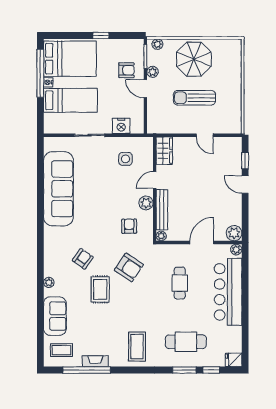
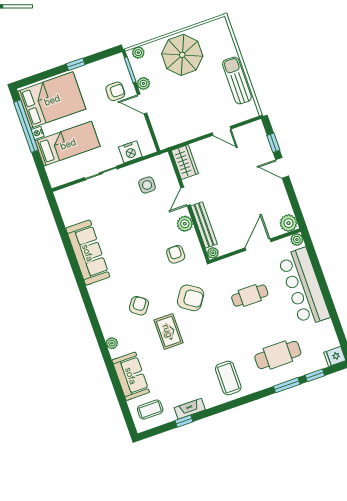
sun lounger: (194, 98) -> (237, 81), moved, turned 90
sofa: (58, 189) -> (88, 253), width x0.74, depth x0.79
cafe table: (180, 283) -> (250, 296), turned 90
window: (87, 370) -> (184, 421), width x0.32

